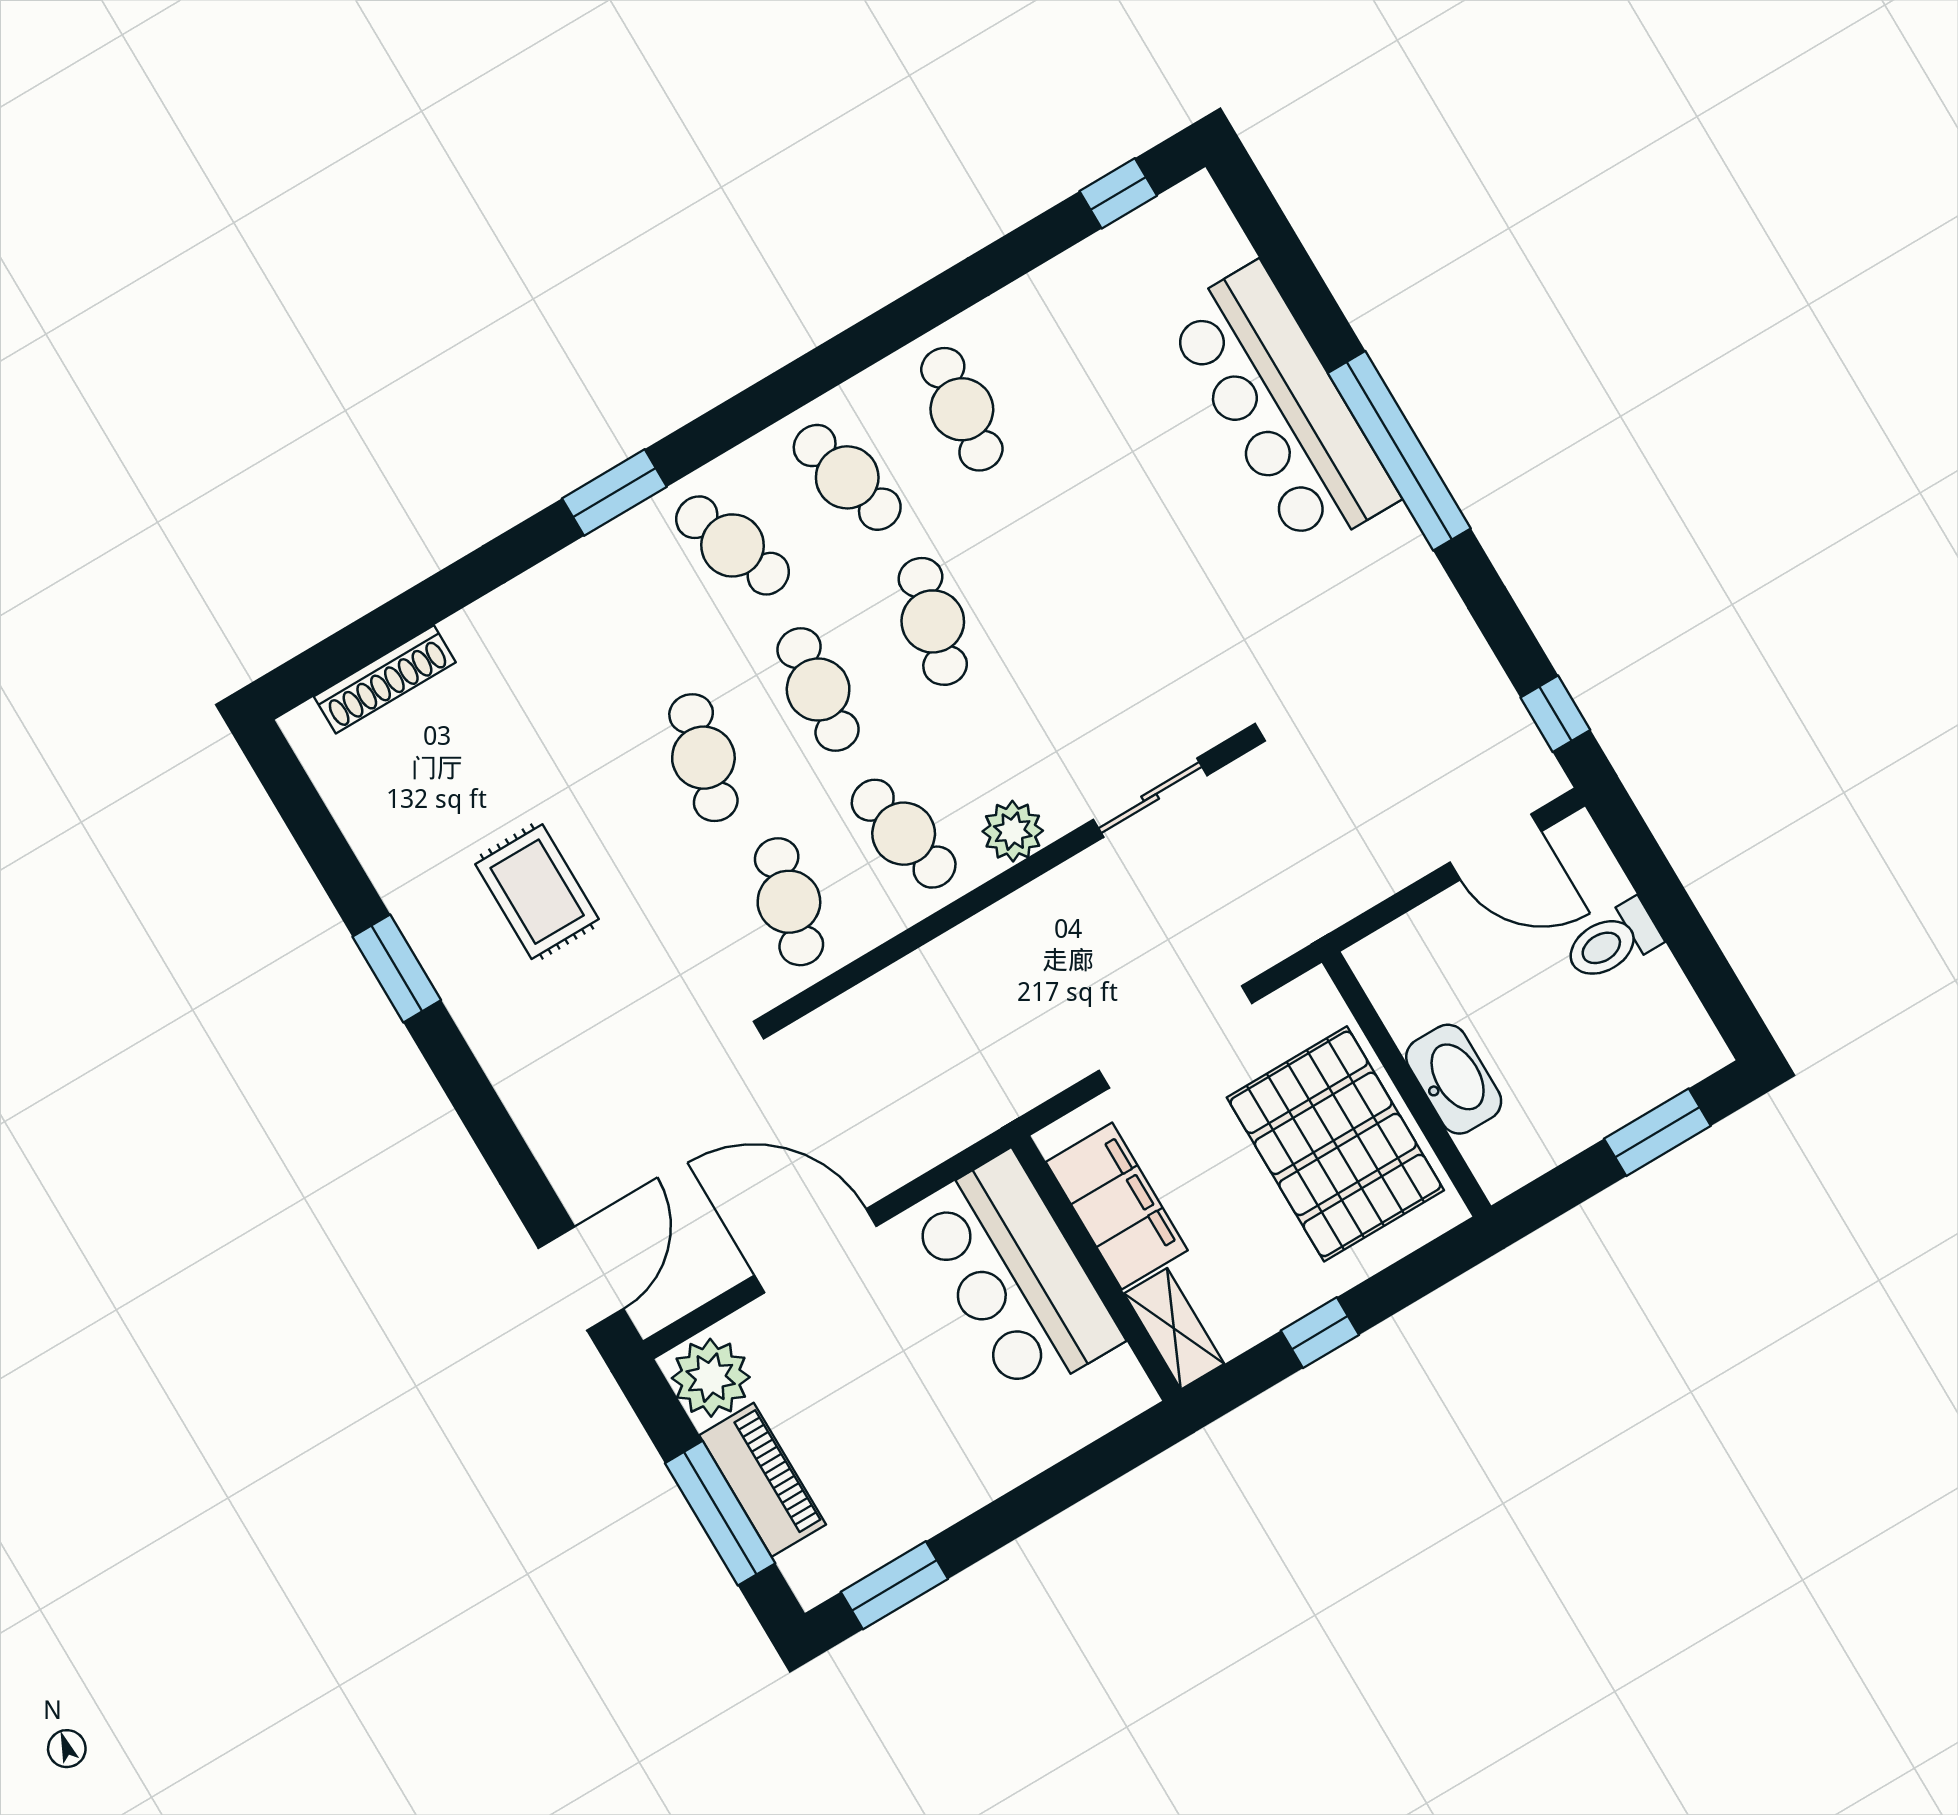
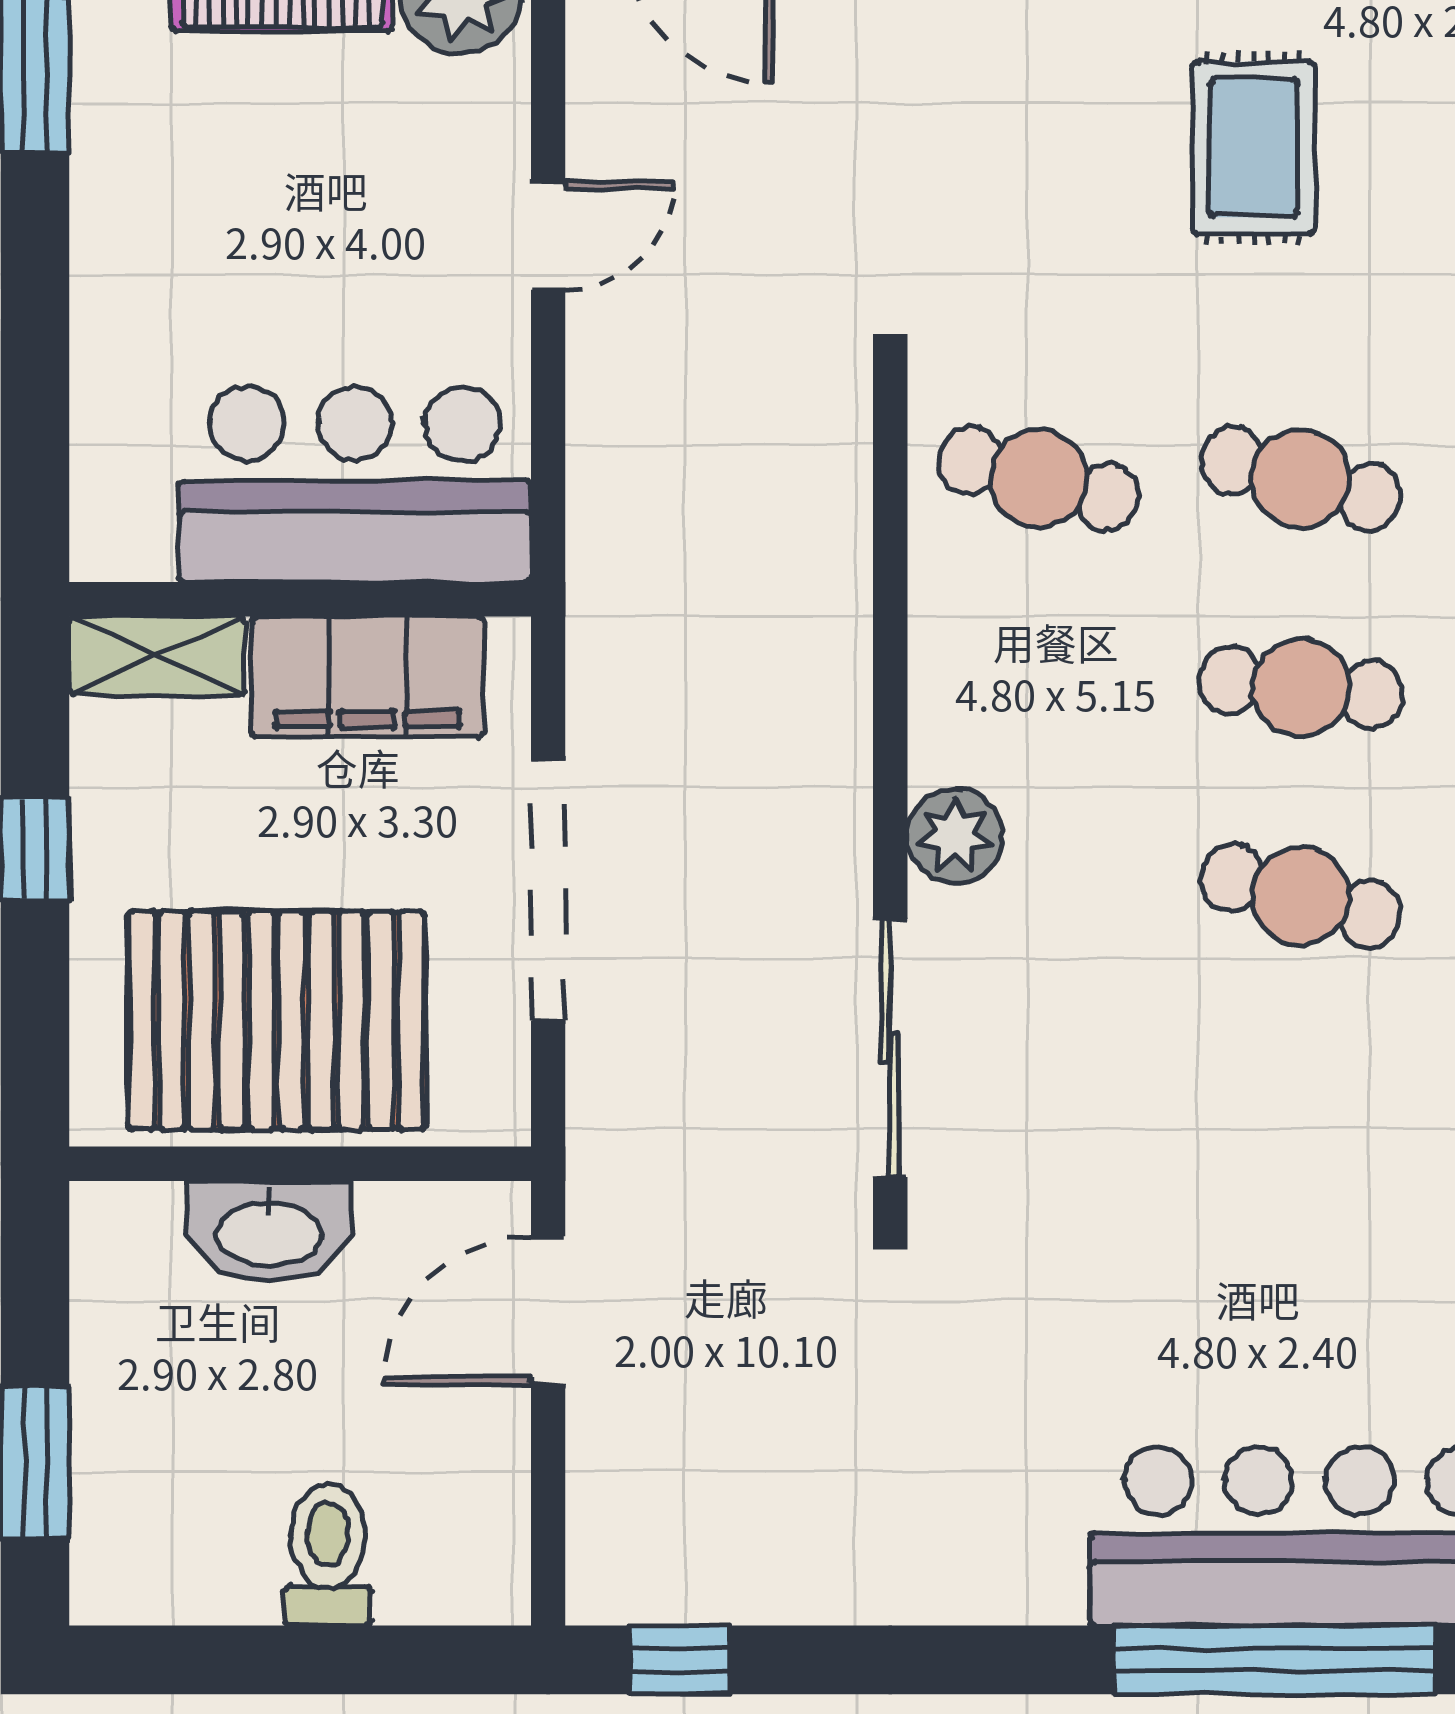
window: (1399, 451) -> (1275, 1660), moved
sliding door: (1150, 798) -> (890, 1048), width x1.37
cafe table: (904, 834) -> (1039, 687), removed
door: (1496, 847) -> (548, 1310), moved
rug: (537, 892) -> (1253, 148), turned 90
door: (815, 1251) -> (548, 236), width x0.53

